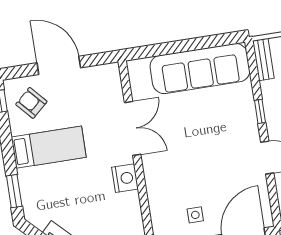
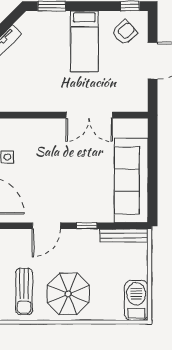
bench: (263, 59) -> (124, 236), width x1.36
nightstand: (125, 178) -> (48, 102), removed

